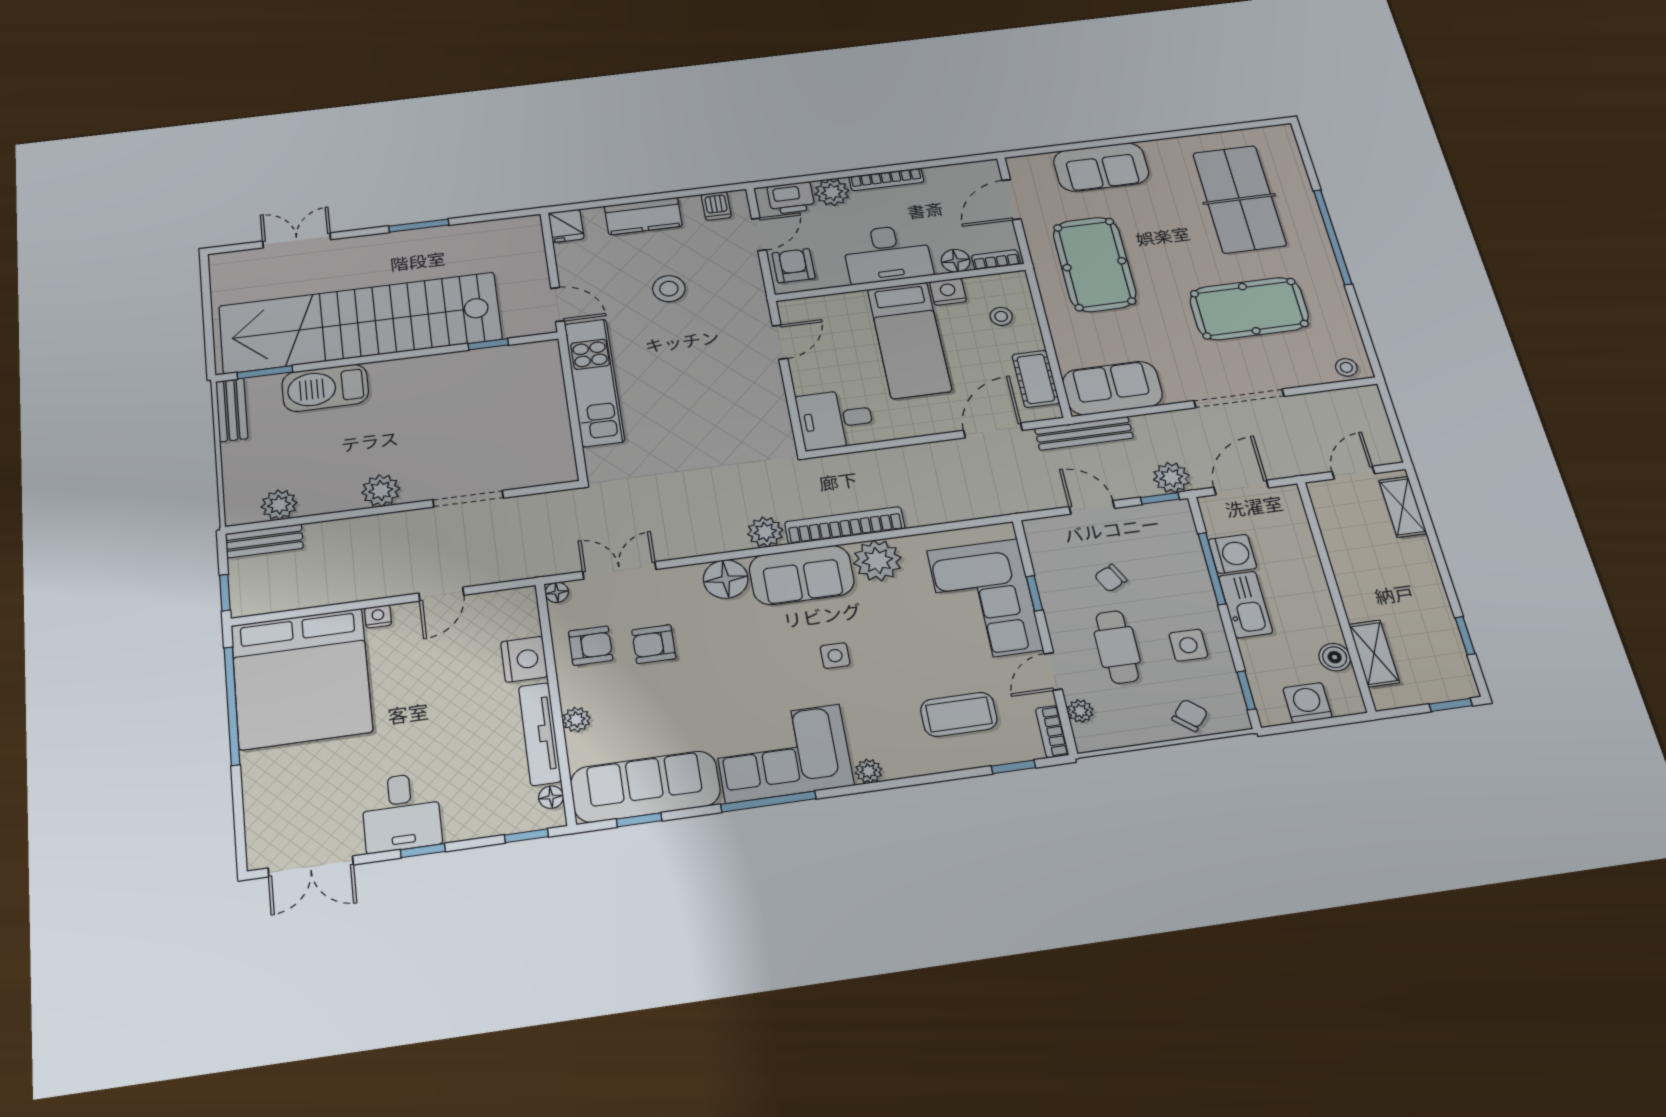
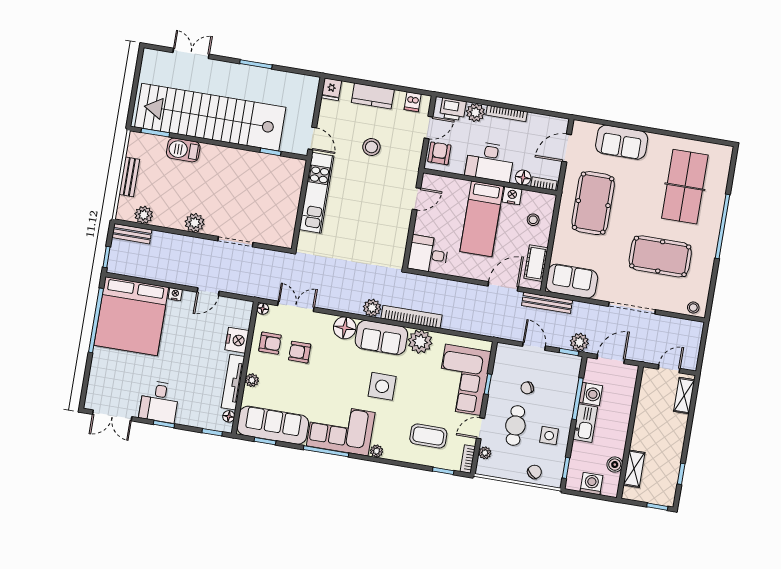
barbecue: (325, 388) -> (183, 150), width x0.73, depth x0.83
bench: (232, 410) -> (129, 177), moved
side table: (835, 656) -> (382, 386), width x1.87, depth x1.87

